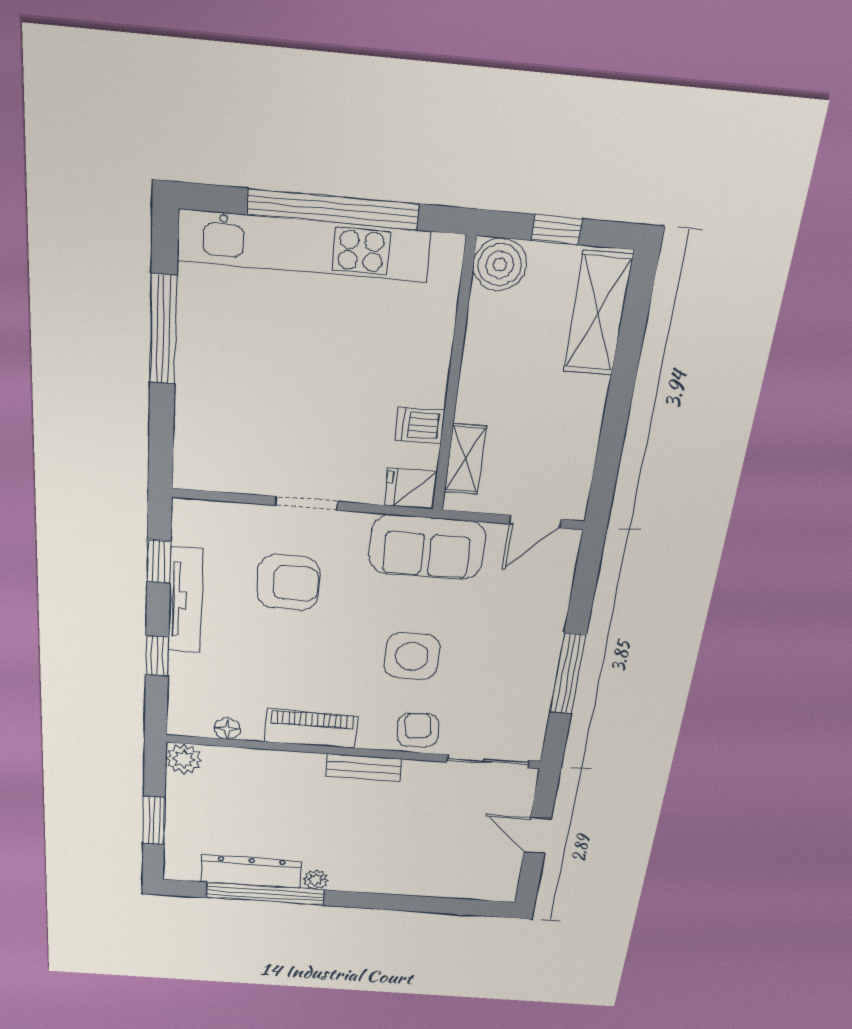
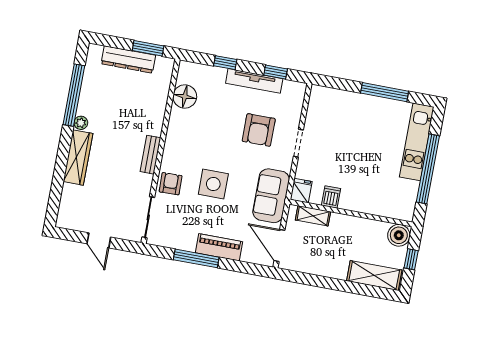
kitchen unit: (304, 246) -> (417, 142), width x0.73
door: (535, 522) -> (279, 246), width x1.38
floor lamp: (227, 729) -> (185, 97), width x1.89, depth x1.89
piano: (311, 729) -> (219, 247), moved, turned -90
armchair: (418, 730) -> (171, 184), turned -86
plant: (184, 759) -> (164, 66), removed
window: (154, 820) -> (148, 48), moved
door: (538, 836) -> (99, 240), swing flipped
dresser: (251, 872) -> (128, 59), moved, turned 90
wardrobe: (382, 879) -> (78, 157), added

